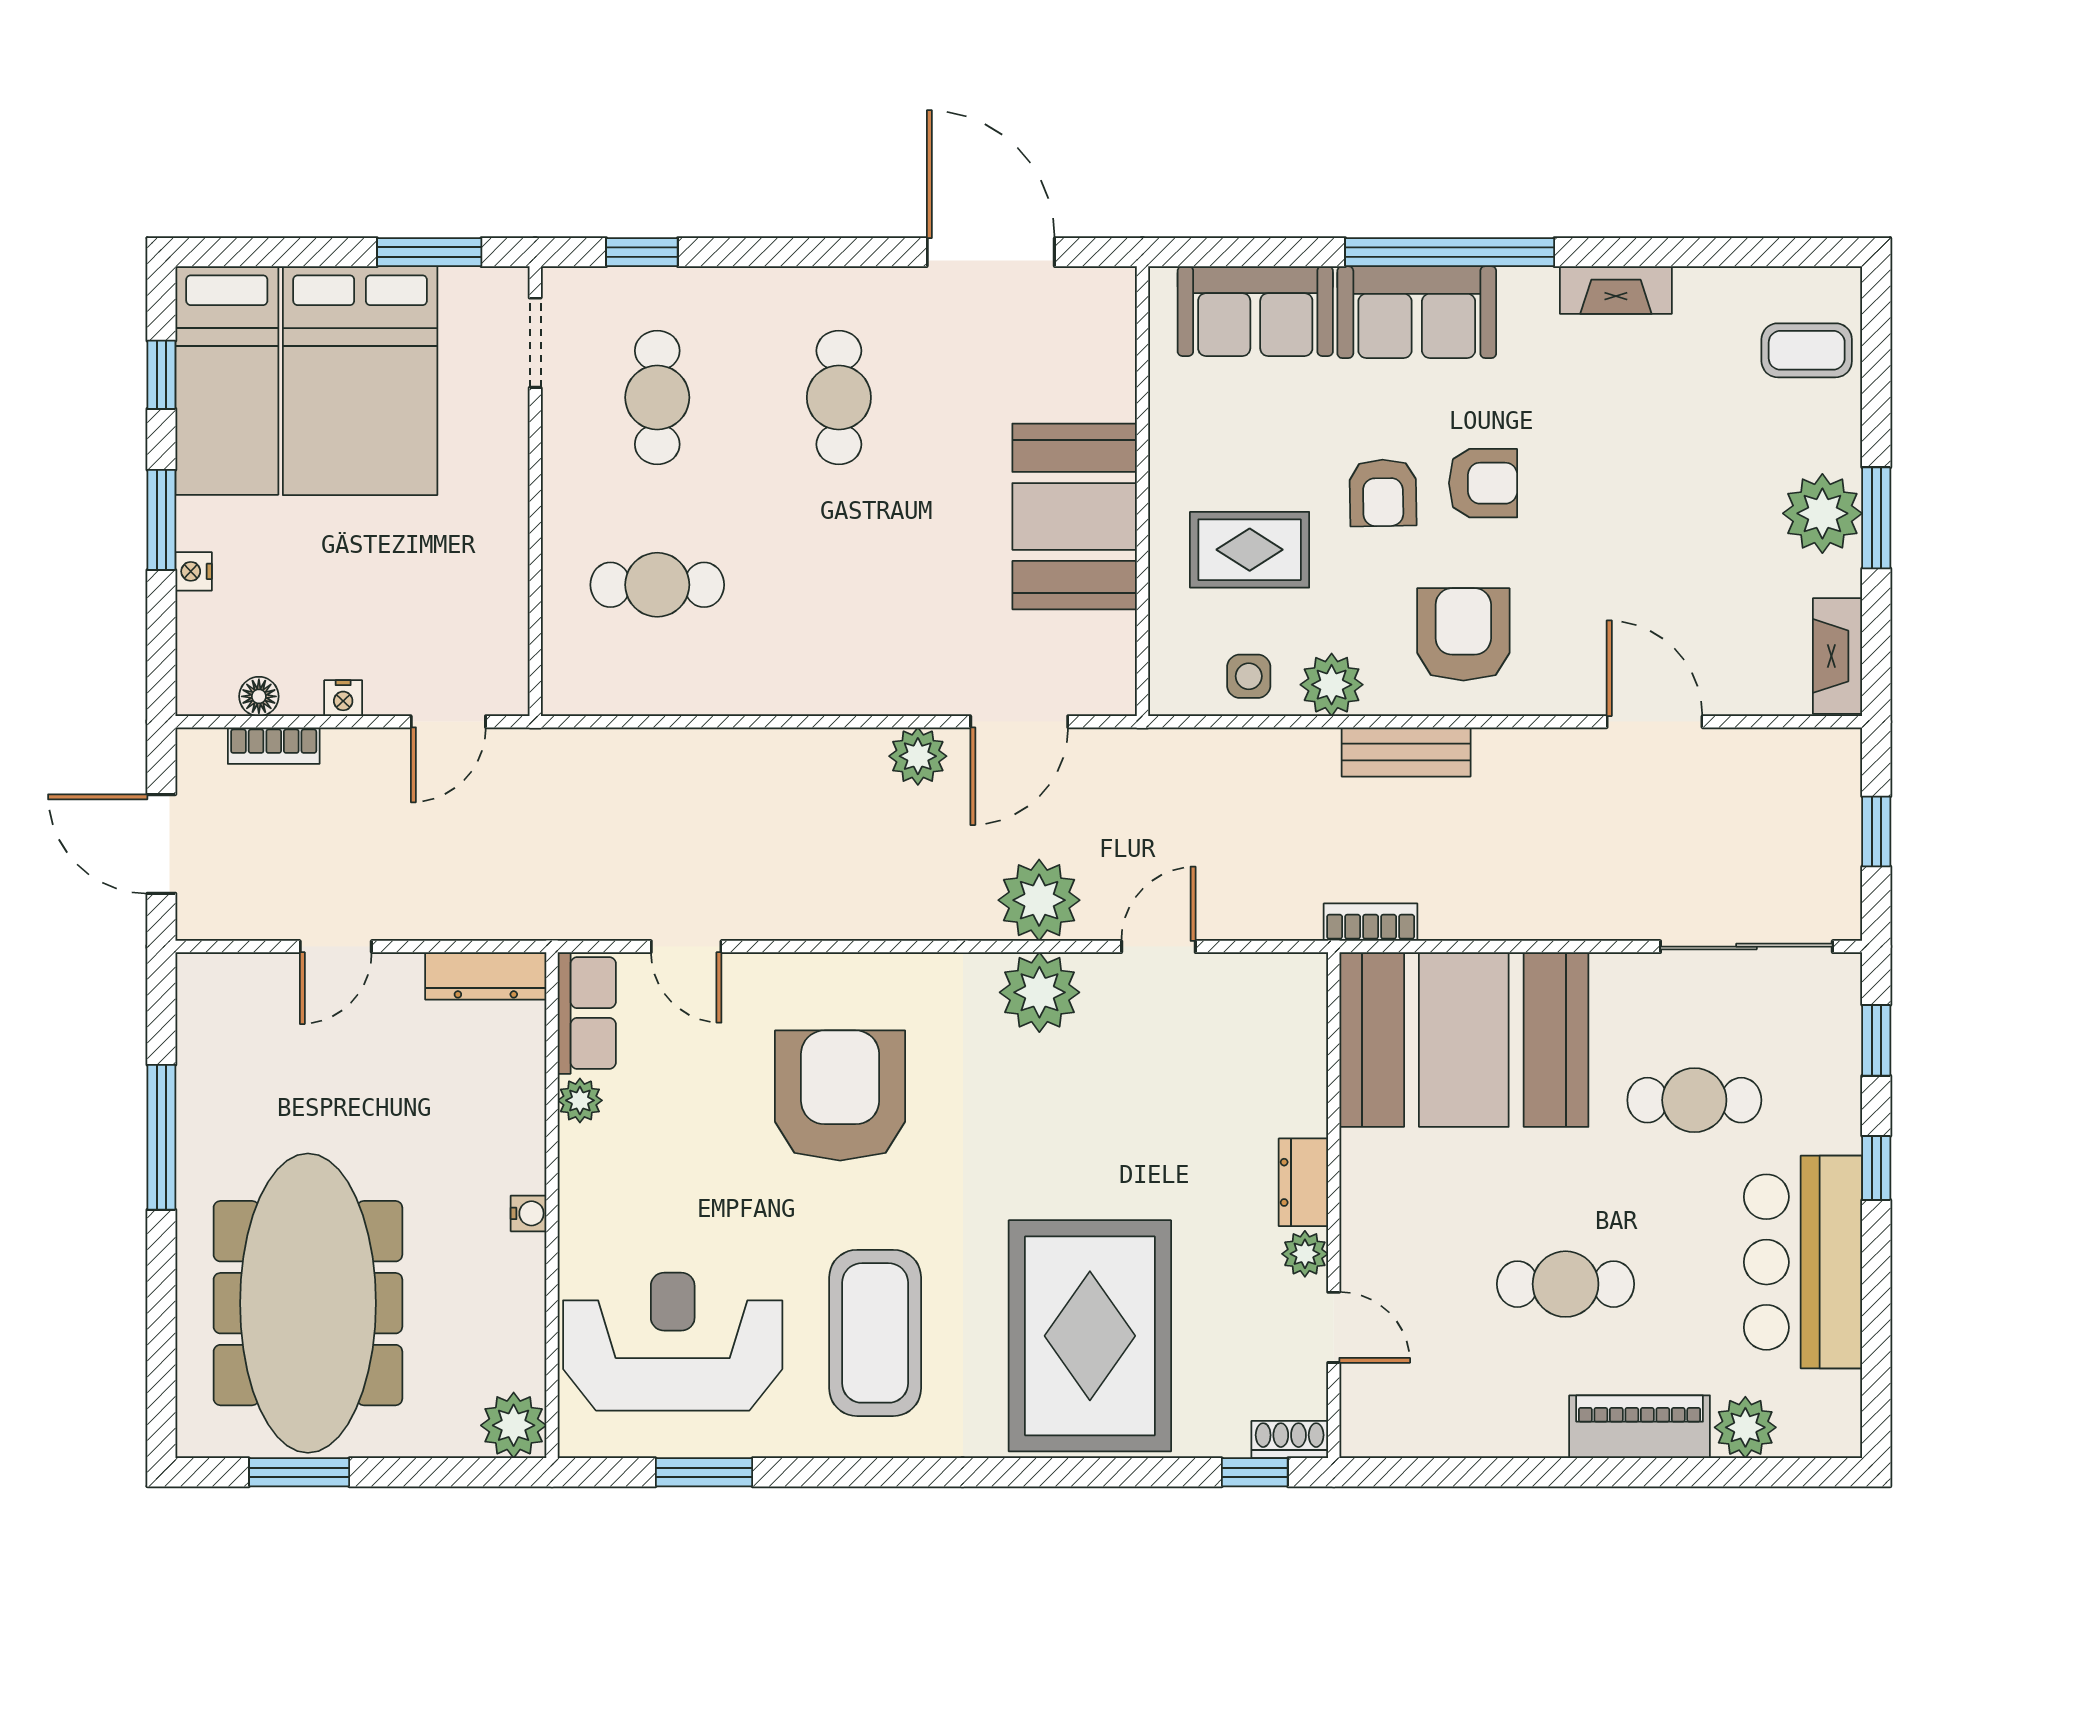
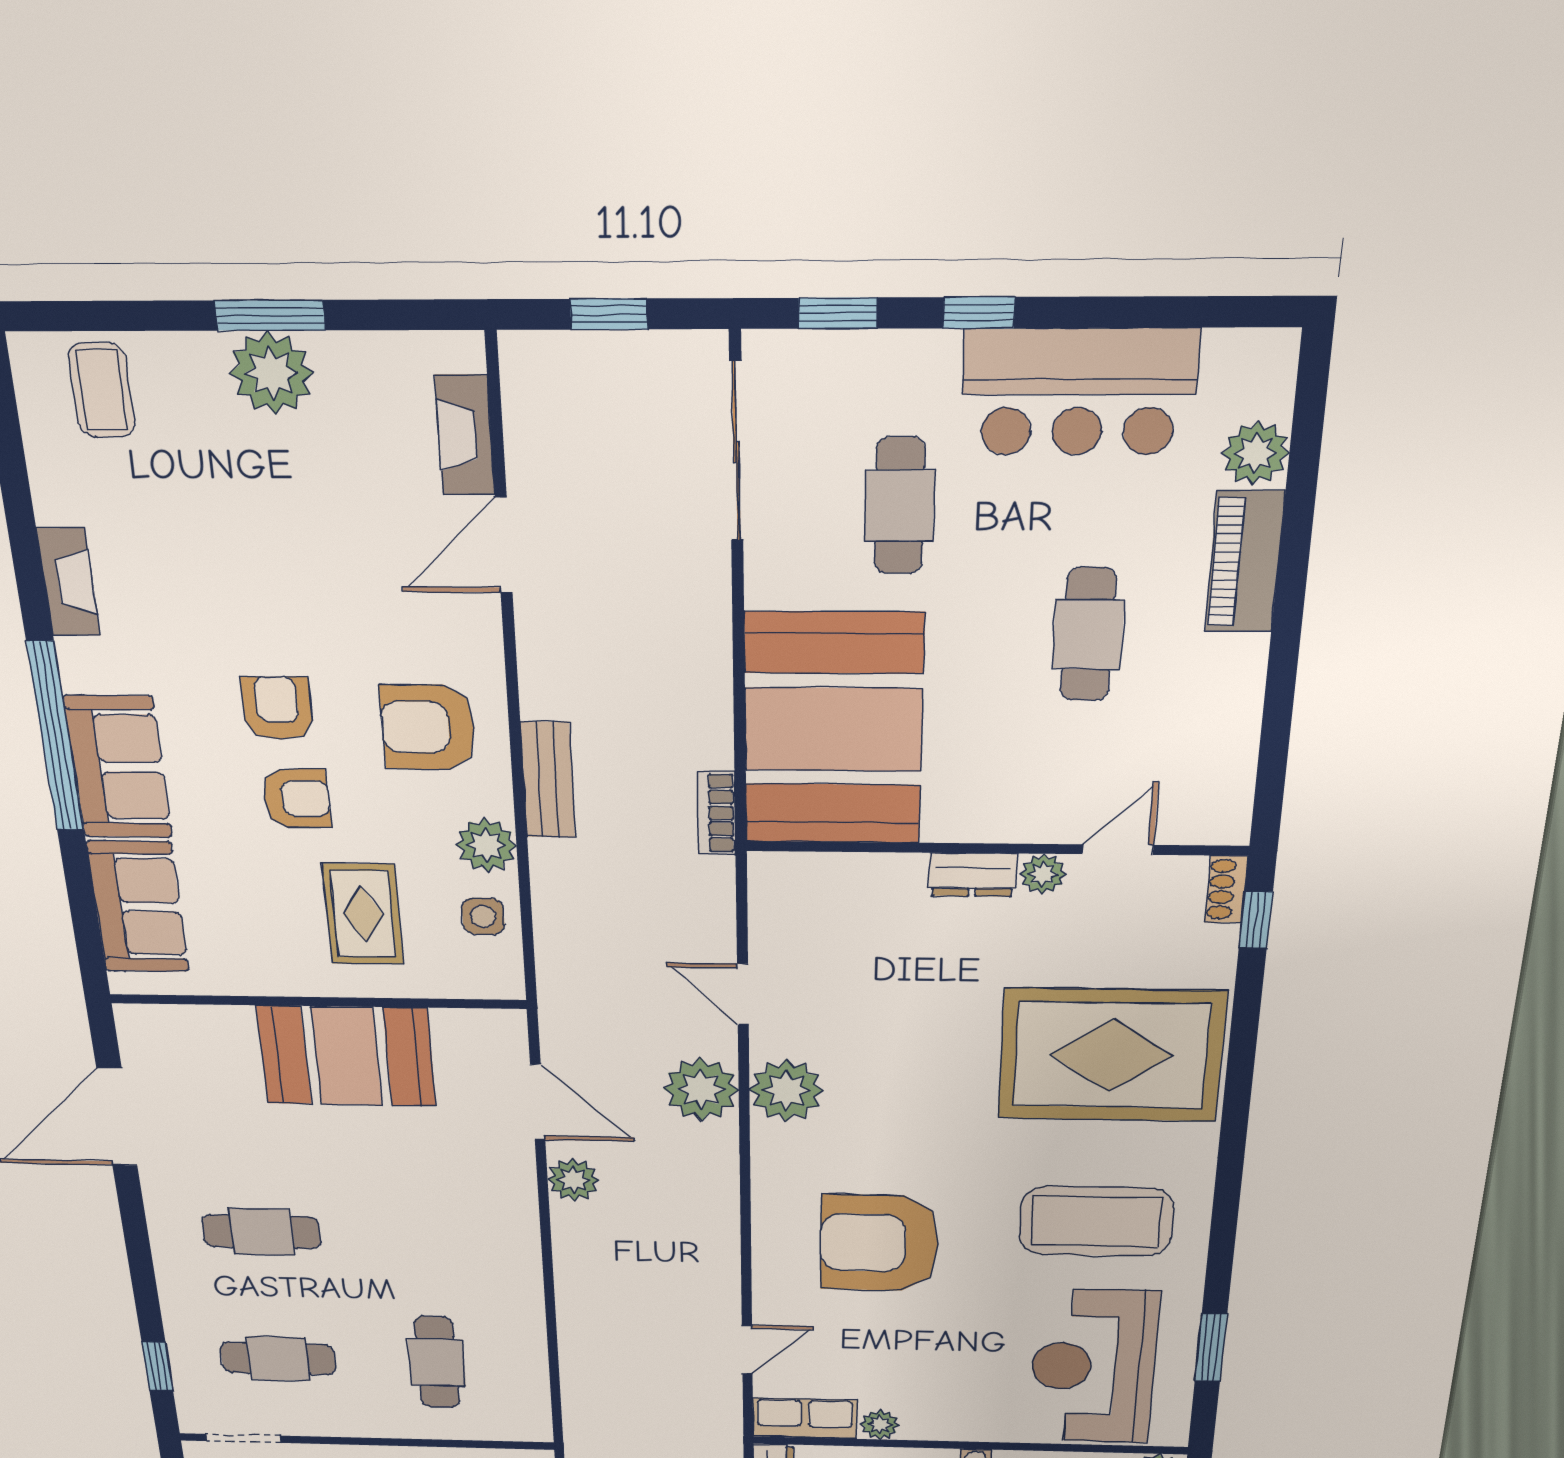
fireplace: (1837, 656) -> (465, 435), moved, turned 90

